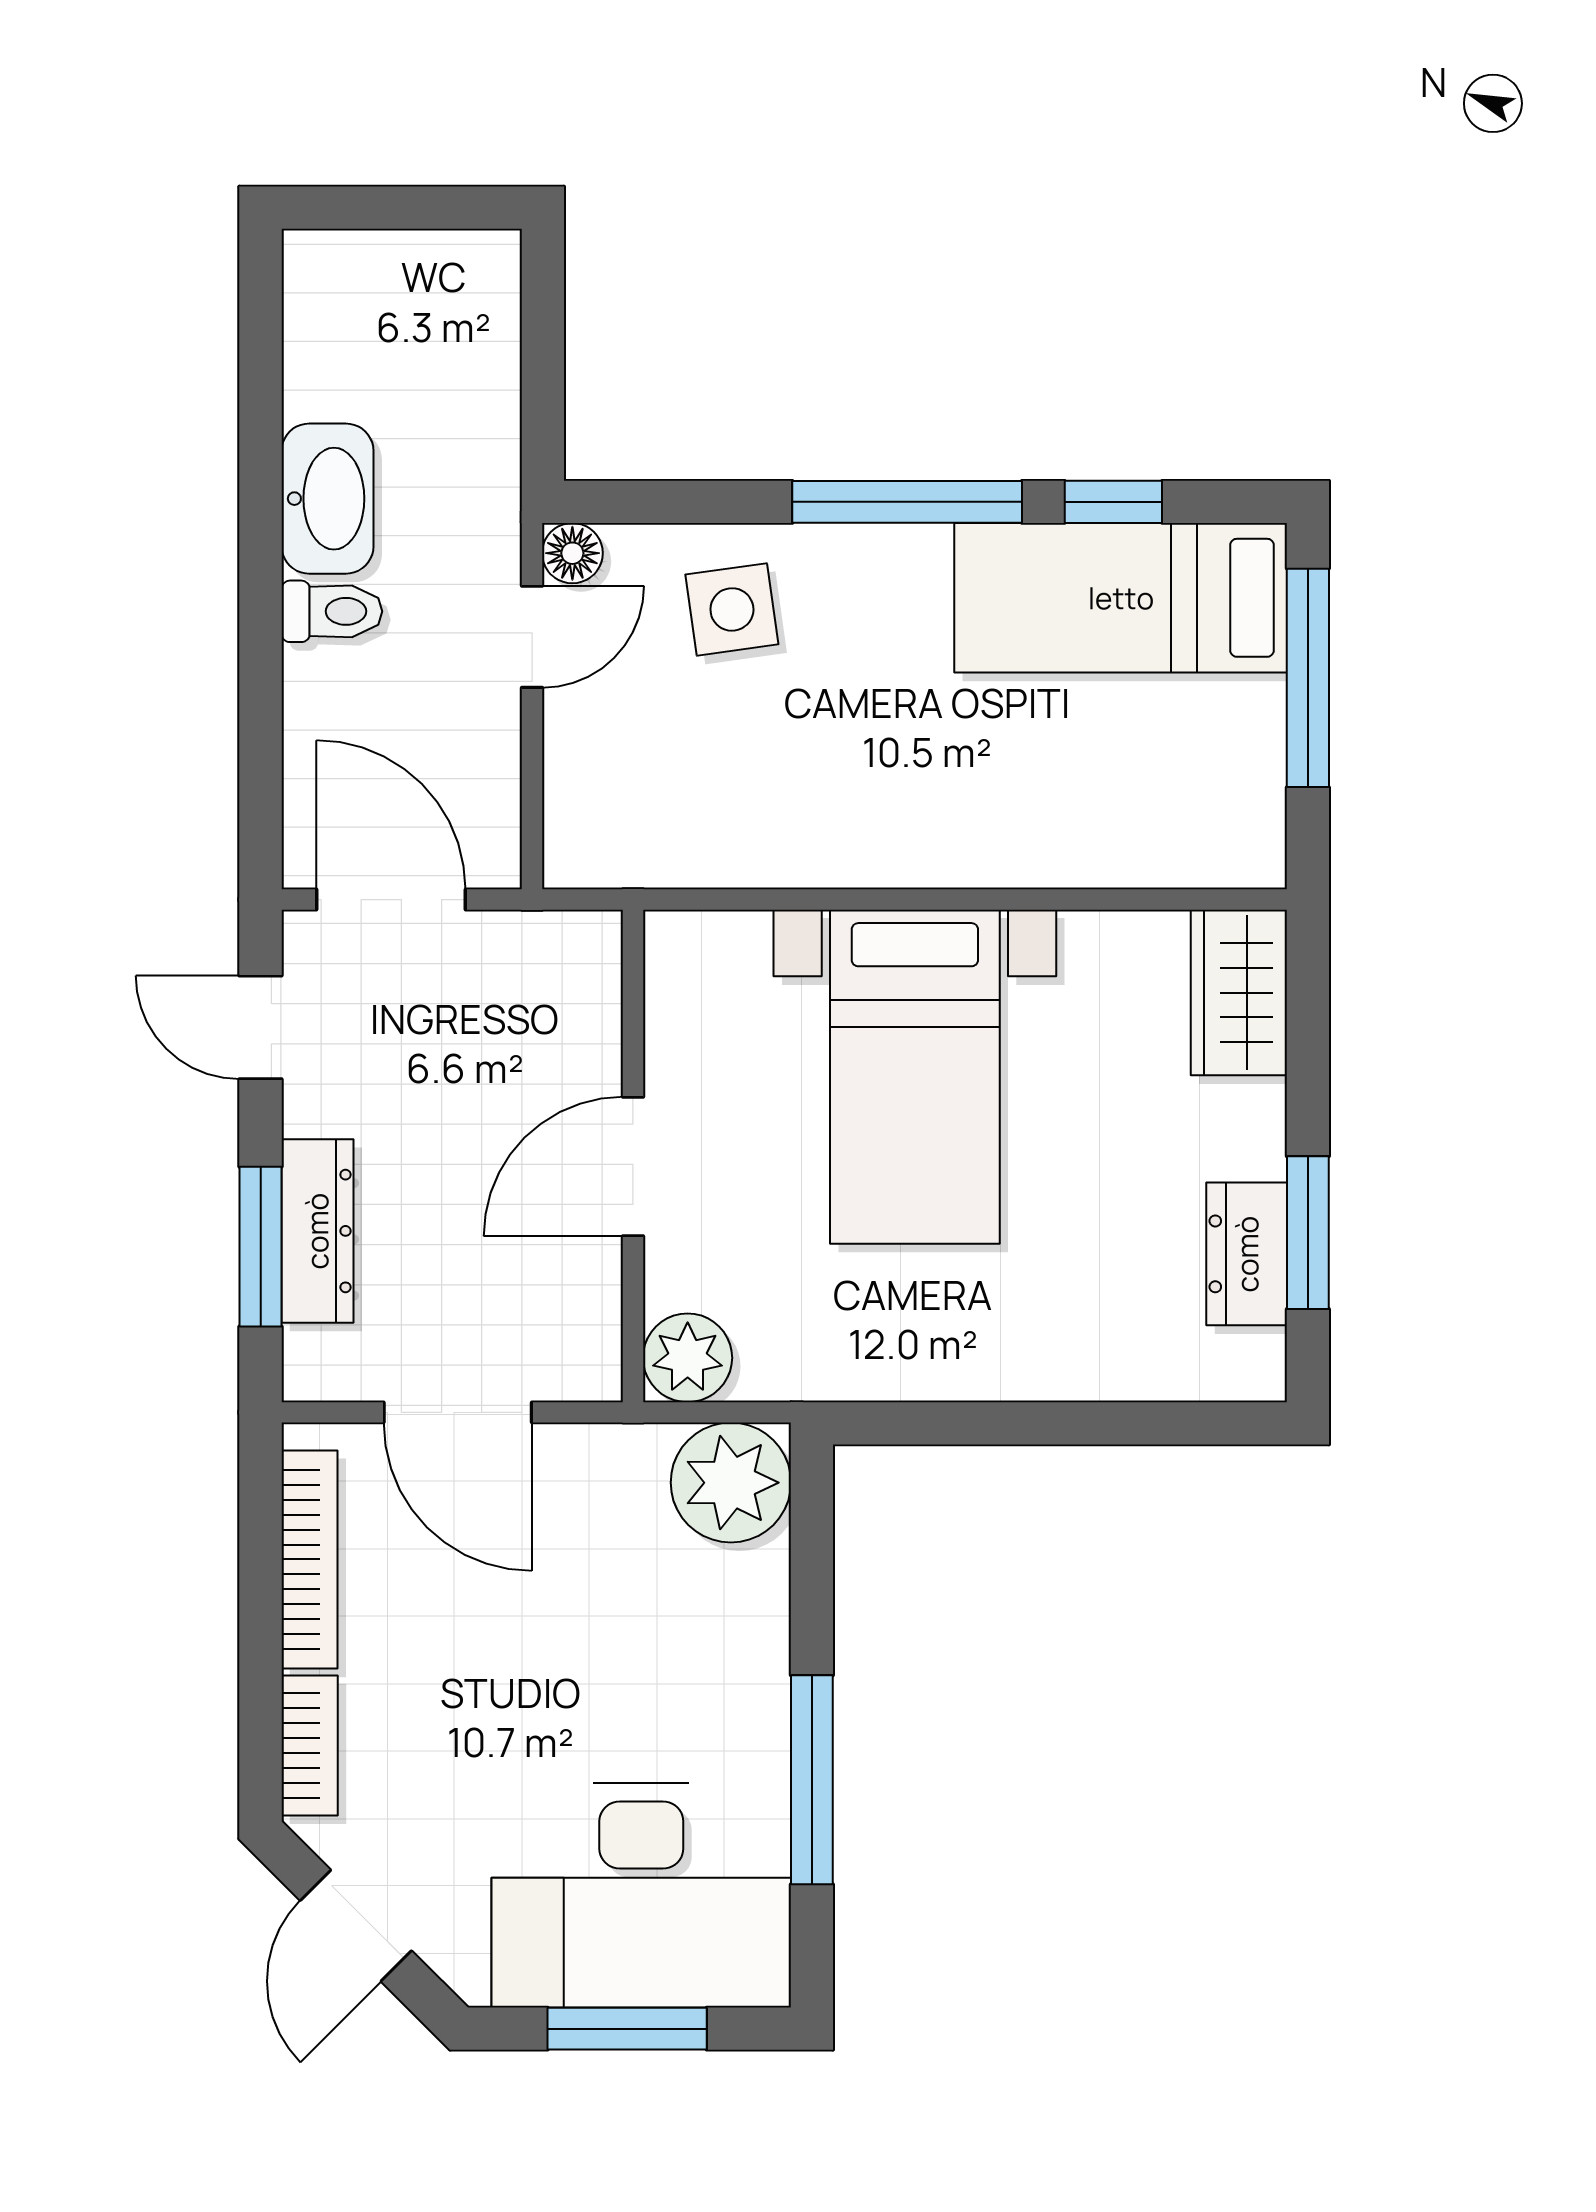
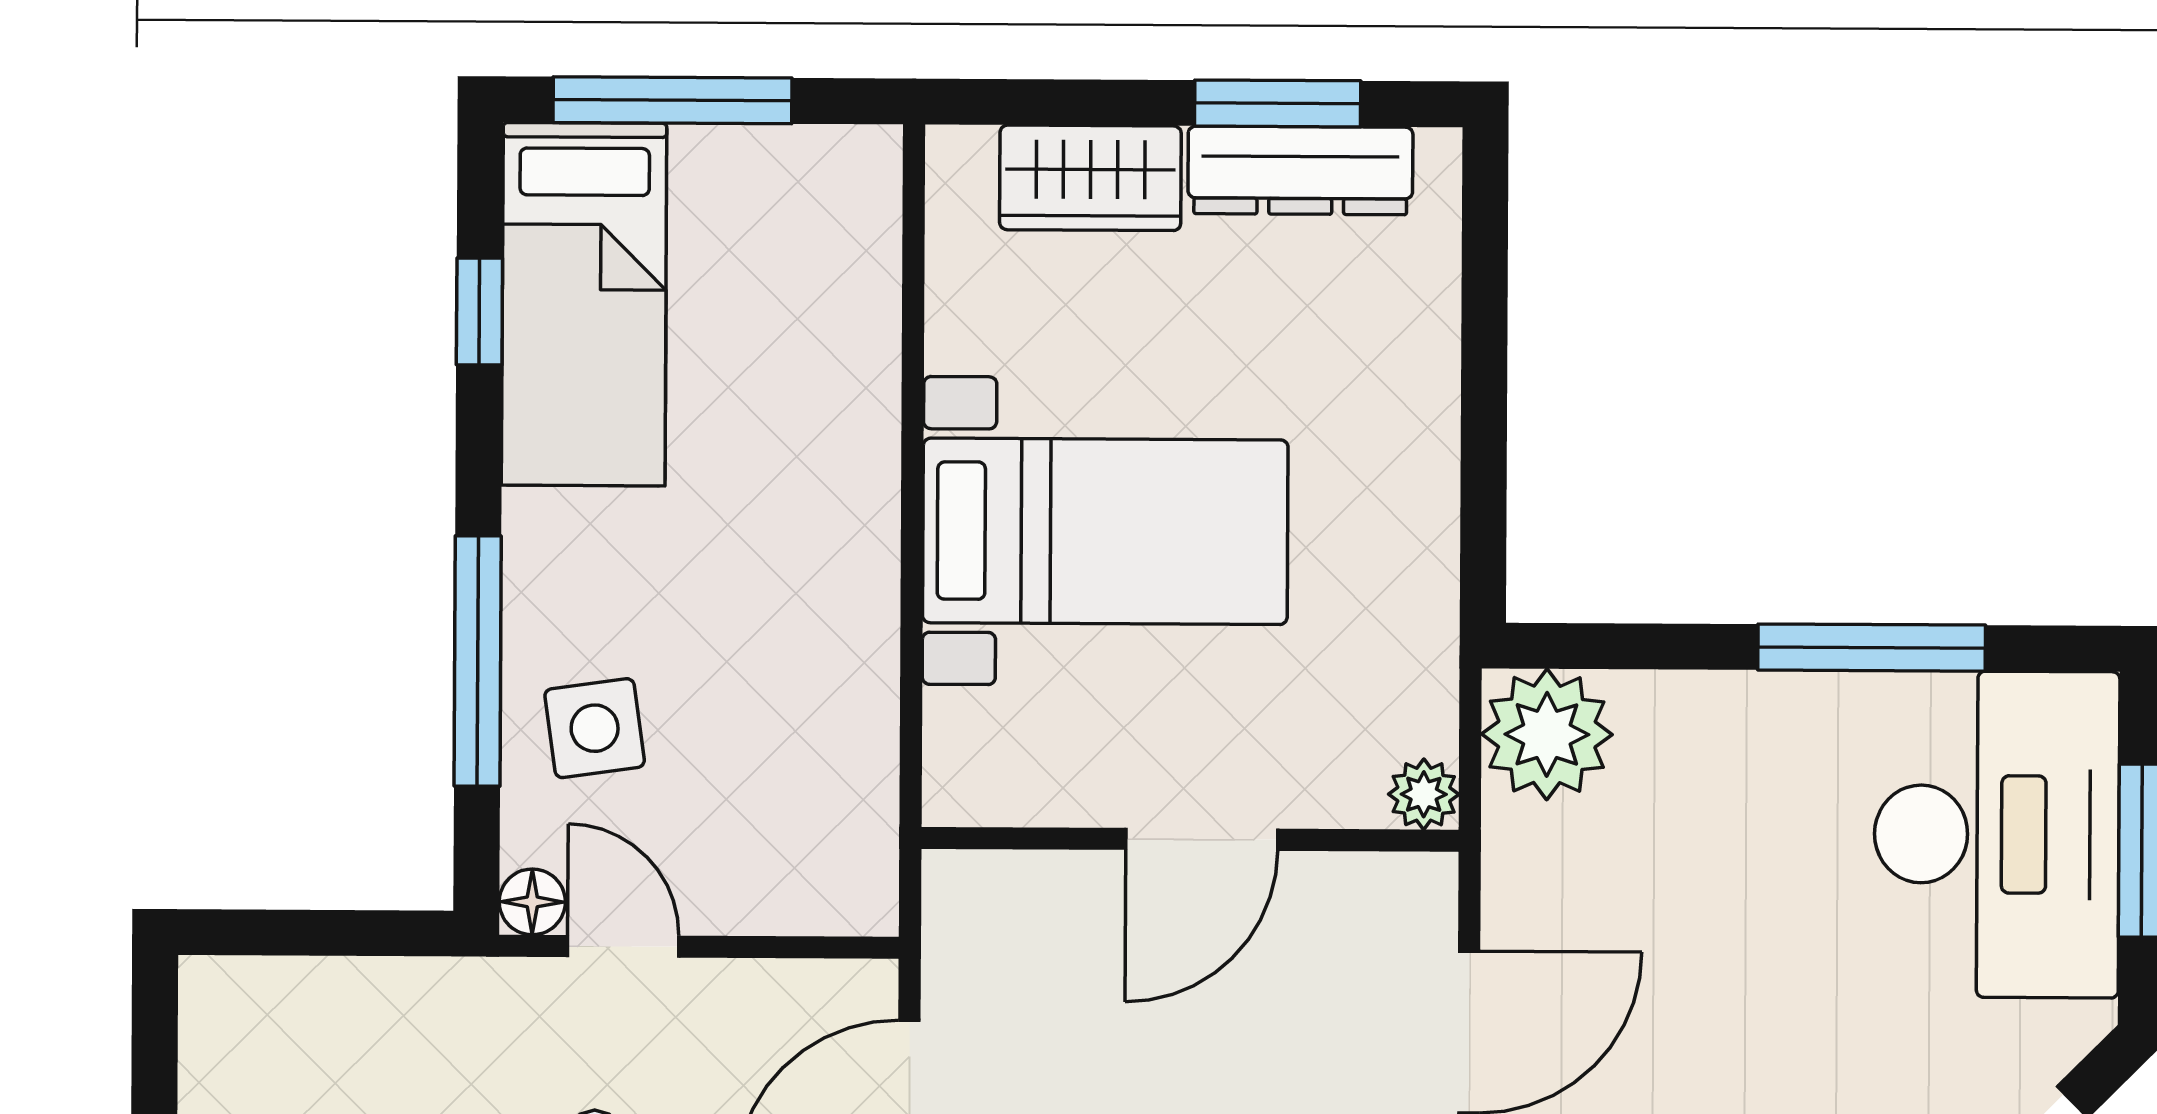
window: (907, 502) -> (478, 661), moved
wardrobe: (1239, 993) -> (1090, 178), moved
door: (633, 1167) -> (1202, 839), hinge flipped
dresser: (1247, 1254) -> (1300, 170), width x1.44
plant: (688, 1358) -> (1424, 794), width x0.73, depth x0.73

